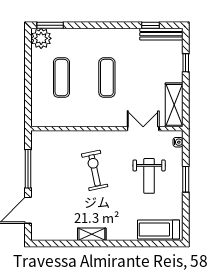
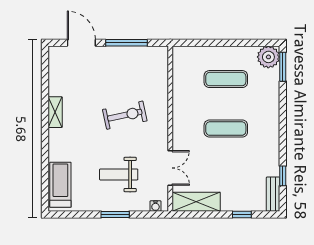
bench: (161, 34) -> (273, 194), width x0.73

